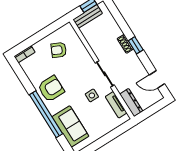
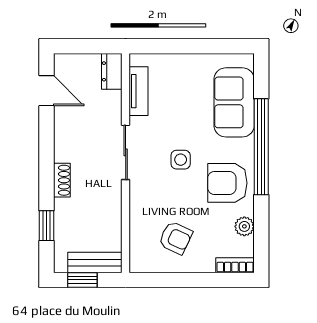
window: (136, 45) -> (46, 226), moved
plant: (31, 74) -> (244, 226), added
side table: (92, 95) -> (181, 160), moved
dresser: (131, 103) -> (112, 71), width x0.70

